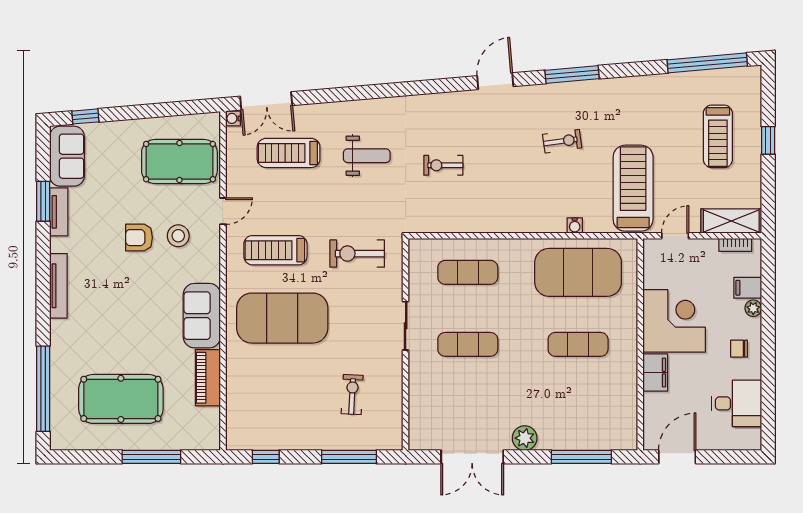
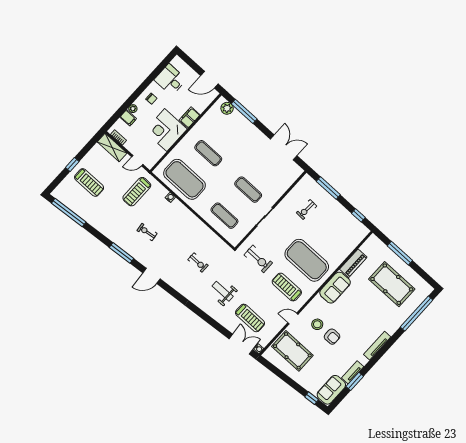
treadmill: (718, 136) -> (89, 182), turned 90
treadmill: (633, 188) -> (137, 192), width x0.73, depth x0.73
treadmill: (275, 250) -> (287, 287), turned 180
plant: (525, 438) -> (227, 108), moved

